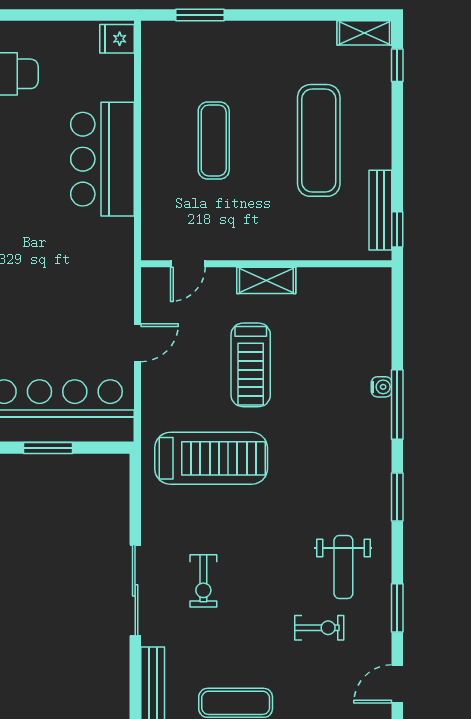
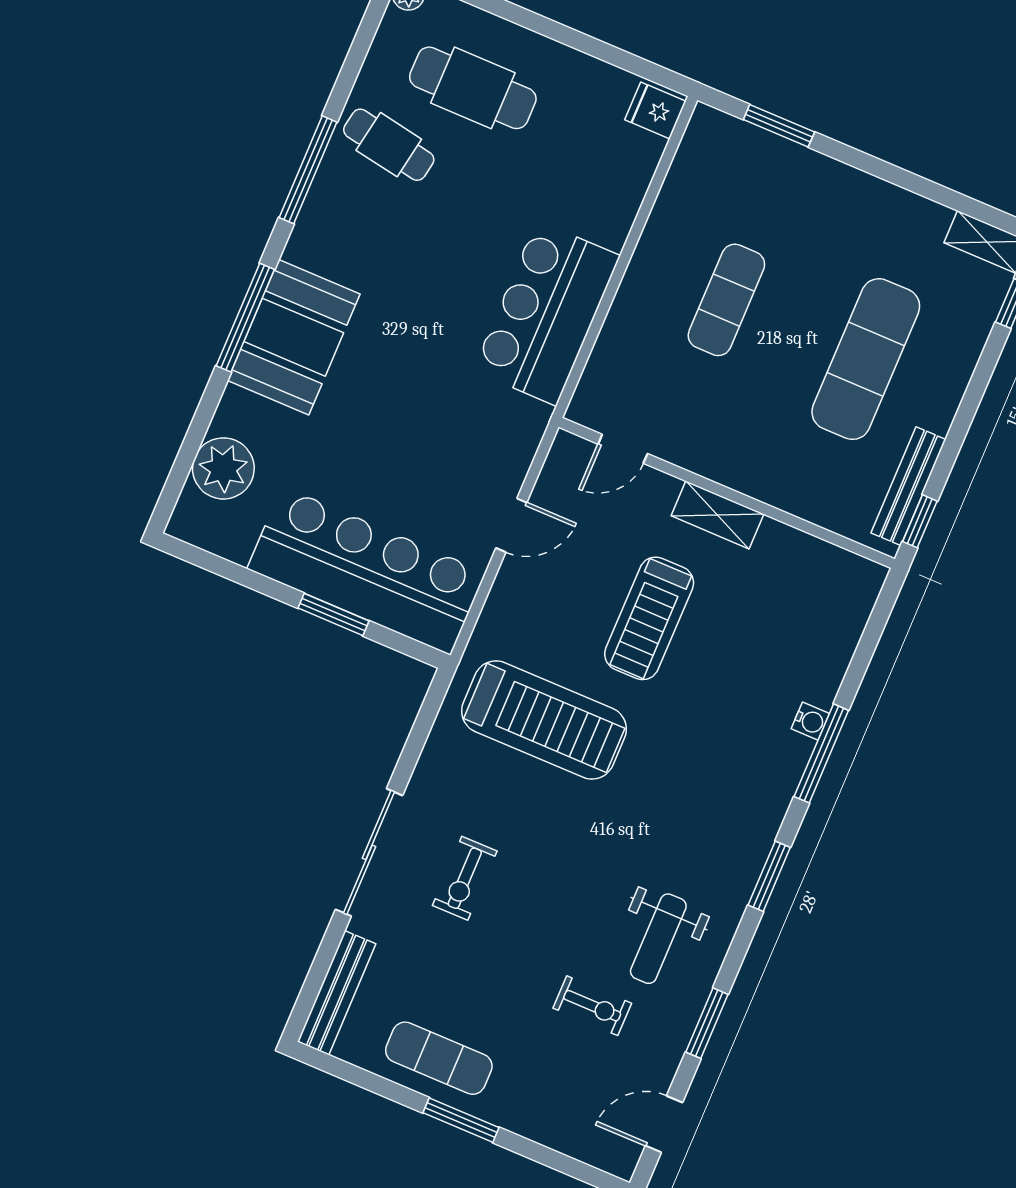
bar counter: (102, 159) -> (547, 313), moved

